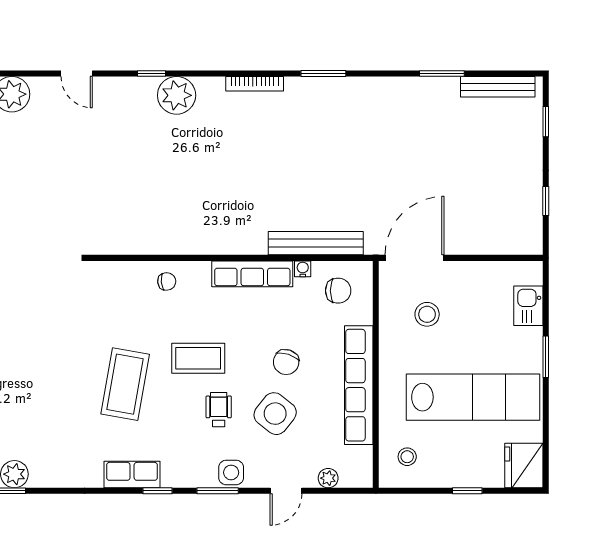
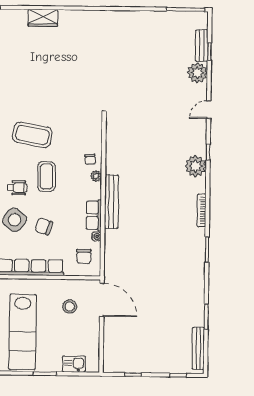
bench: (316, 243) -> (111, 202), moved
plant: (196, 271) -> (96, 176), added
row of seats: (252, 274) -> (94, 215), width x0.68

